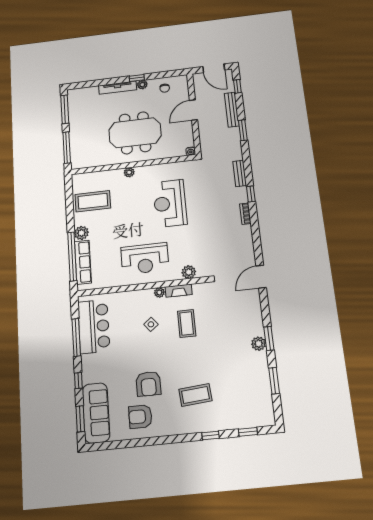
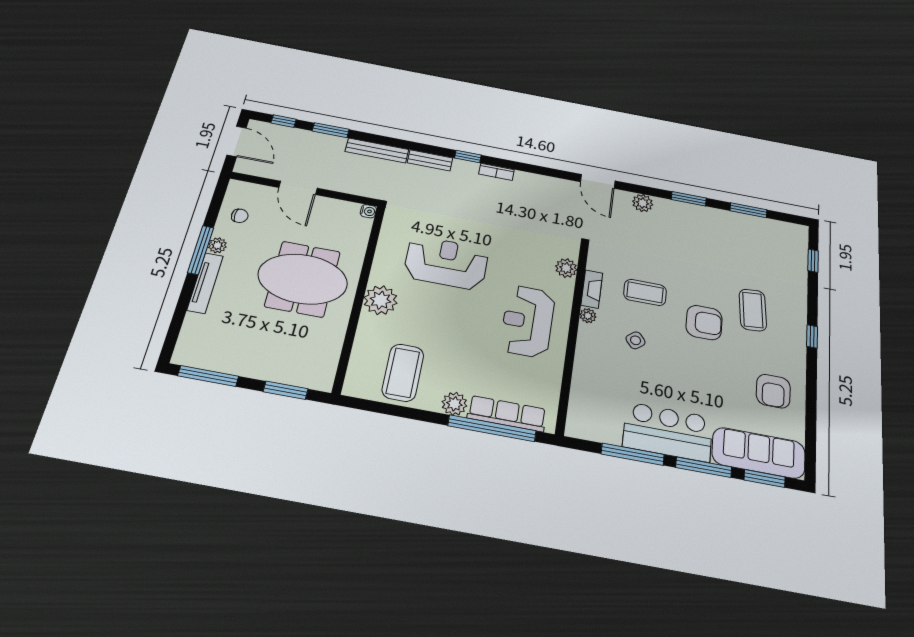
door: (214, 68) -> (237, 141), hinge flipped
window: (137, 78) -> (201, 250), width x2.17
bench: (232, 110) -> (377, 150), moved
window: (243, 130) -> (331, 130), moved
meeting table: (135, 133) -> (303, 279), turned 90
window: (67, 148) -> (286, 390), width x0.69
plant: (129, 172) -> (381, 300), width x1.88, depth x1.88
reception desk: (170, 203) -> (446, 263), turned 180
reception desk: (145, 259) -> (528, 321), turned 180
bar counter: (94, 326) -> (668, 432), moved
plant: (259, 344) -> (643, 203), moved
window: (78, 381) -> (704, 467), width x2.17
armchair: (148, 384) -> (704, 323), moved
window: (210, 436) -> (812, 336), moved

